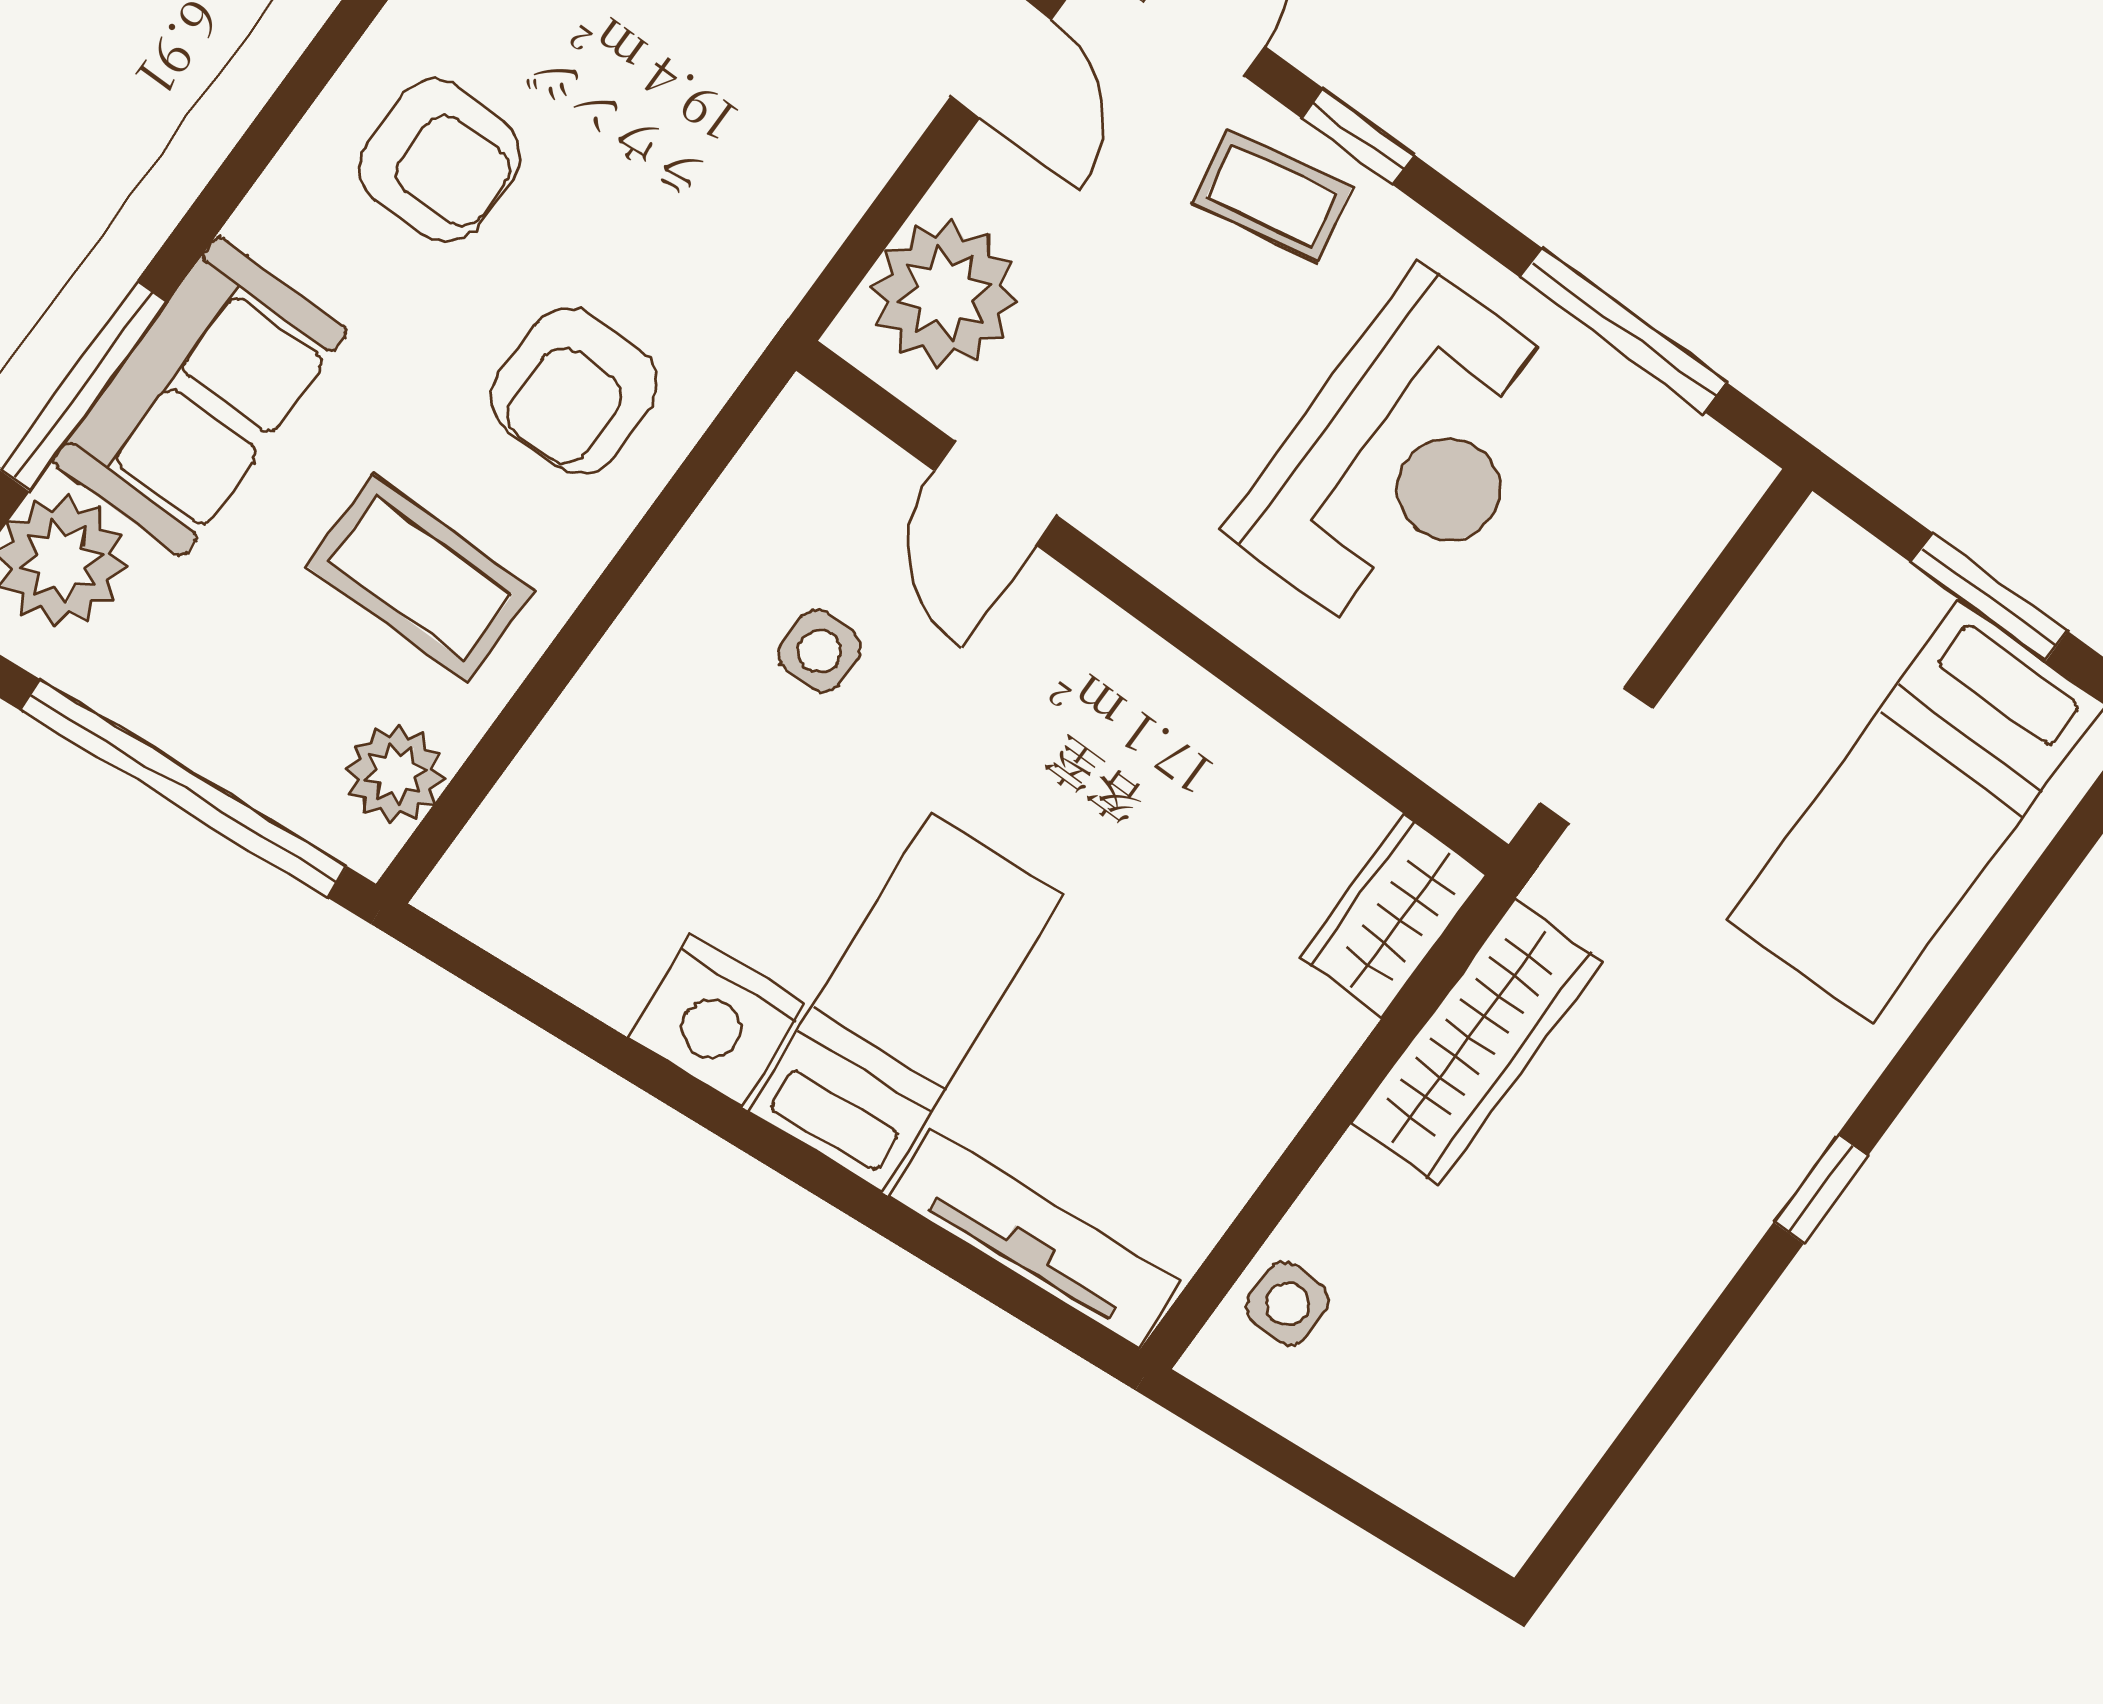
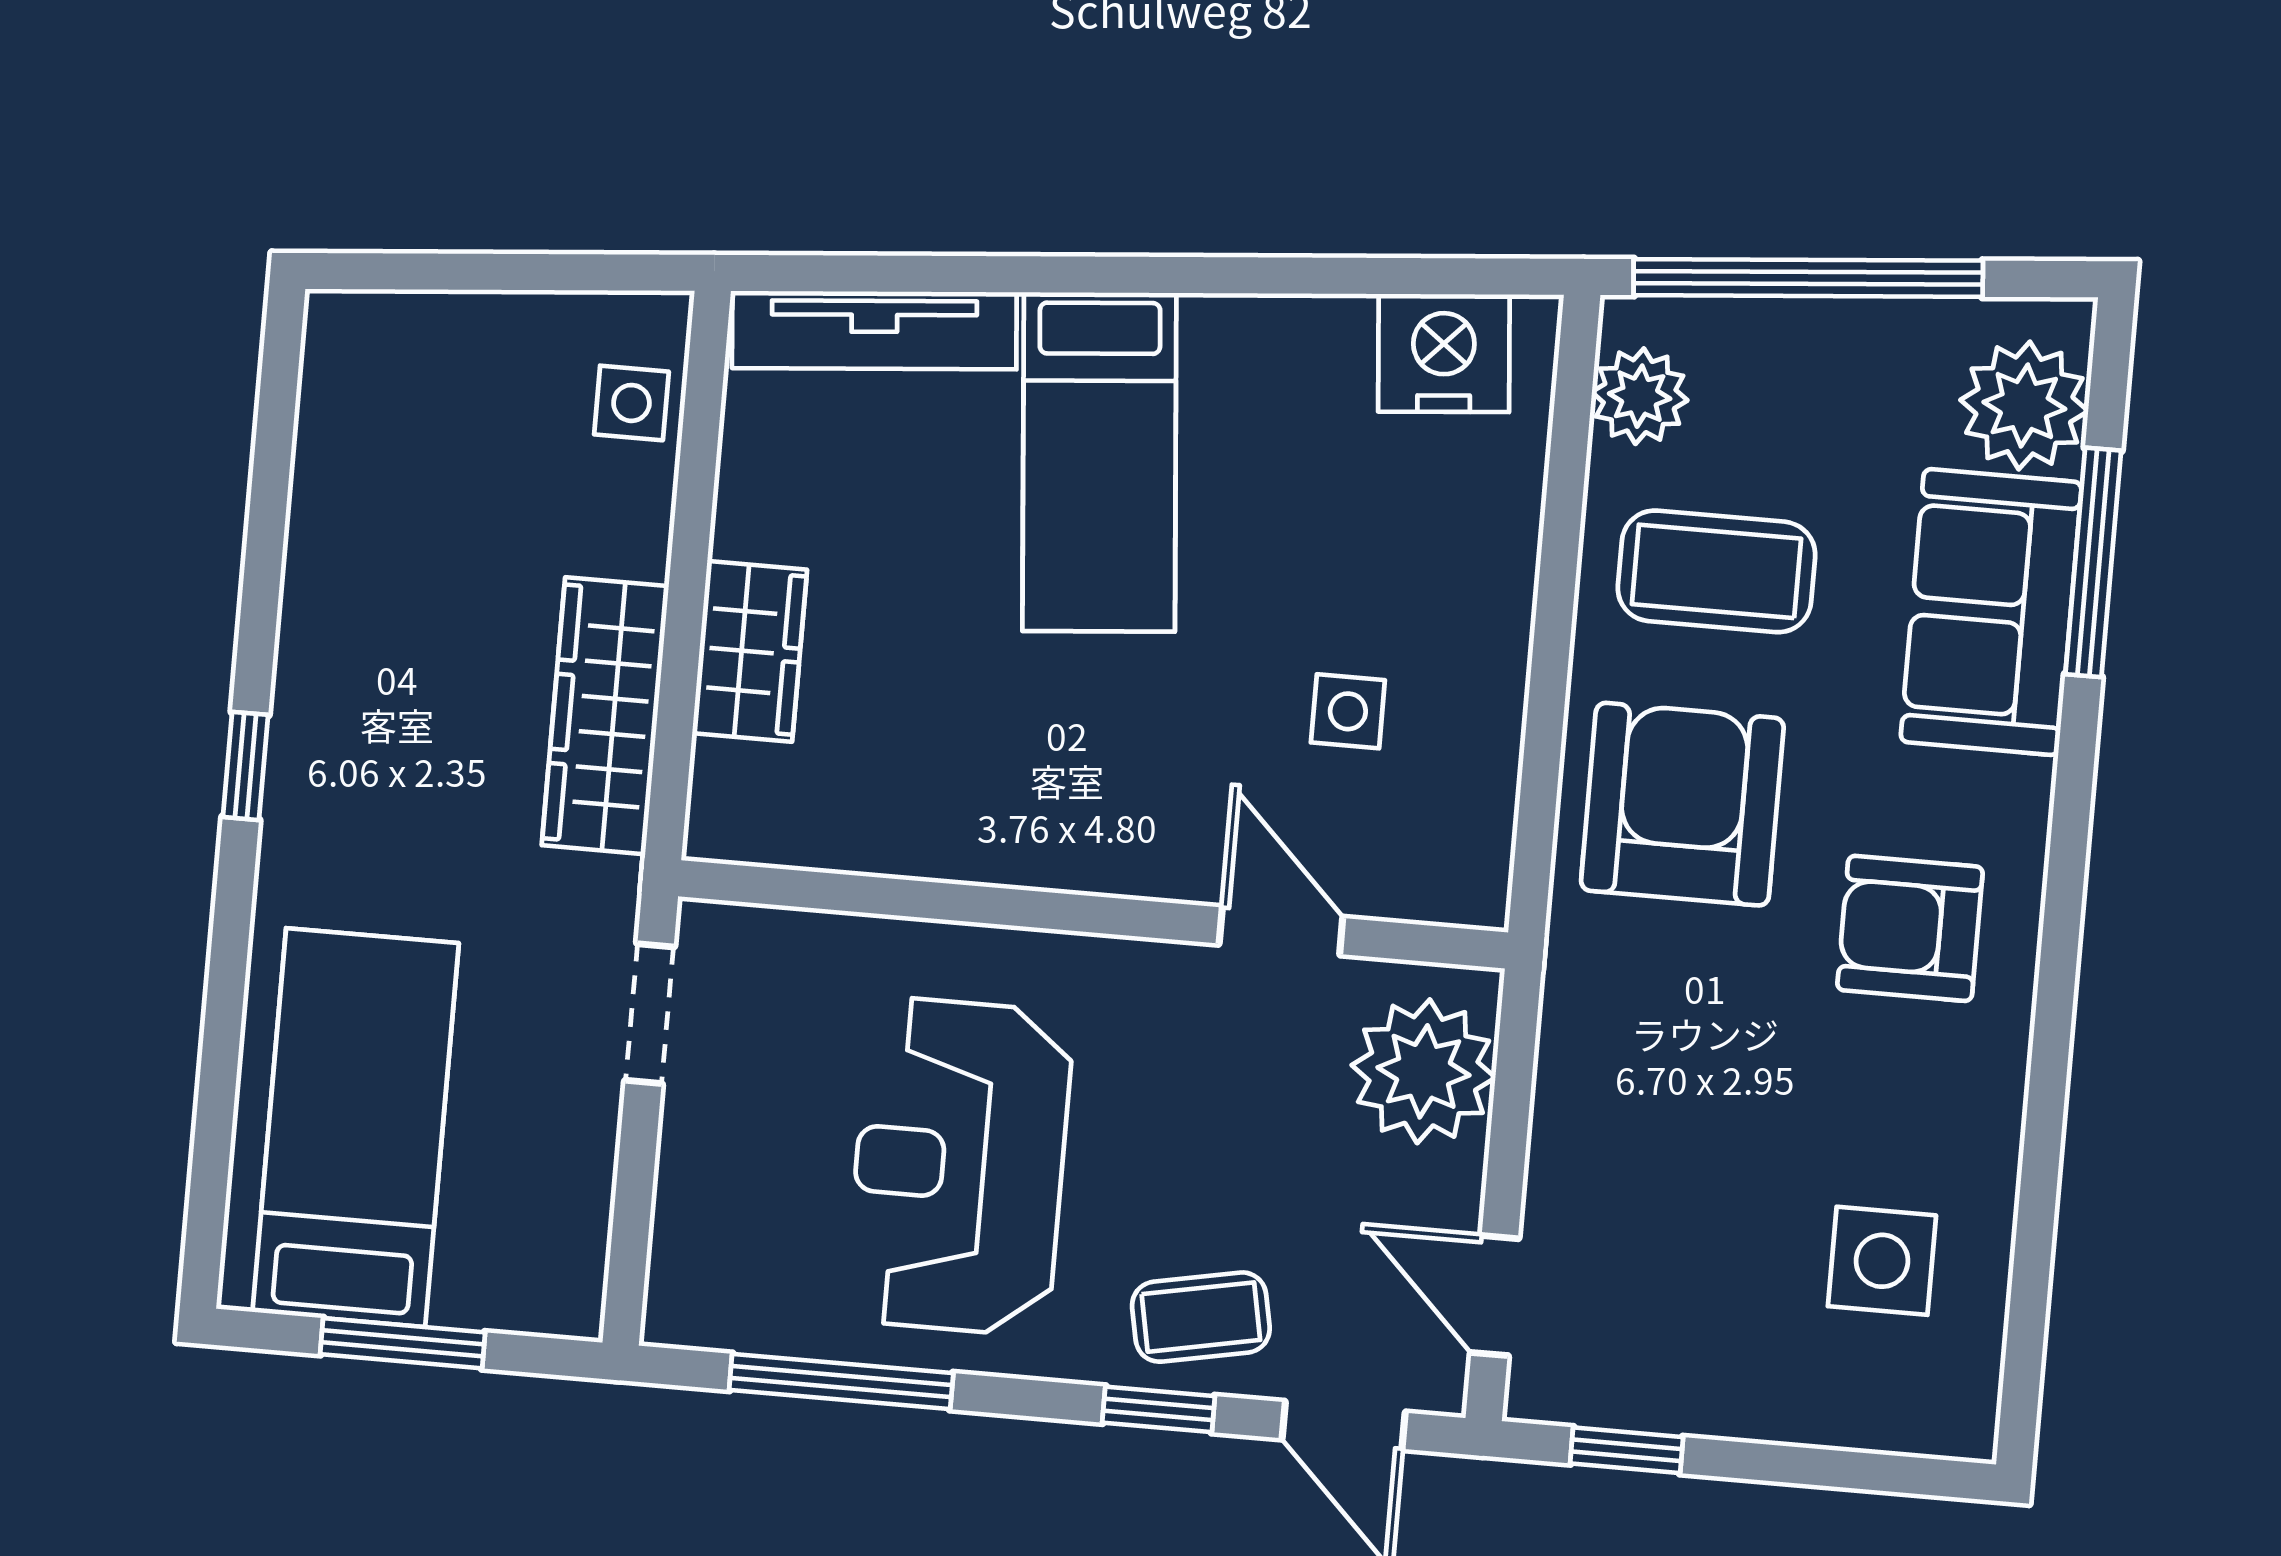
armchair: (574, 391) -> (1682, 804), width x1.36, depth x1.36
wardrobe: (1393, 916) -> (750, 651), moved
nightstand: (716, 1020) -> (1444, 353), moved

